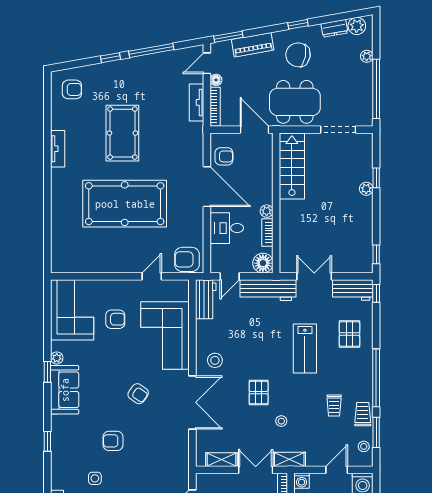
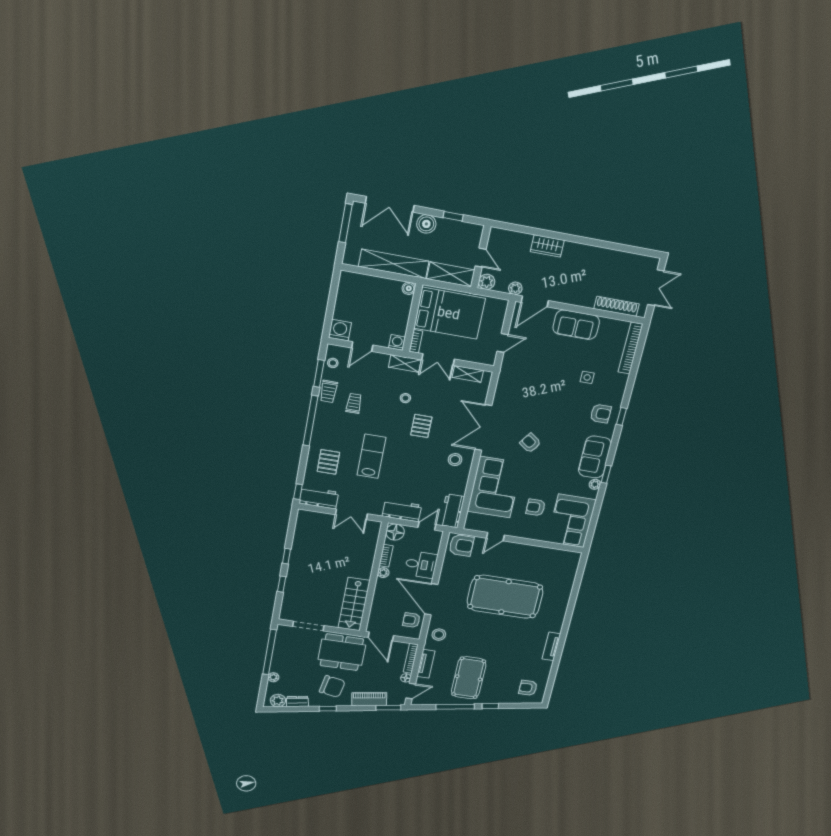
pool table: (122, 133) -> (469, 678), moved
stool: (189, 143) -> (439, 635), added
plant: (366, 189) -> (292, 577), removed
window: (376, 254) -> (287, 556), moved
workbench: (268, 290) -> (402, 511), width x0.73
armchair: (113, 441) -> (601, 414), moved

